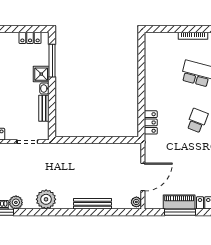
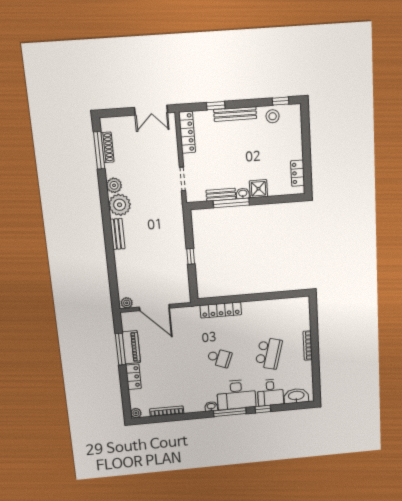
window: (52, 61) -> (231, 203), moved
locker: (151, 122) -> (221, 310), width x1.53
window: (98, 140) -> (191, 256), added
plant: (16, 202) -> (114, 185), moved
bench: (92, 204) -> (117, 234), moved, width x0.73

